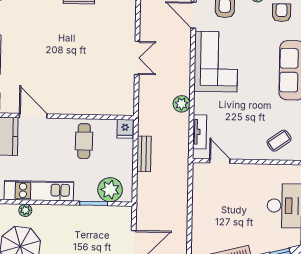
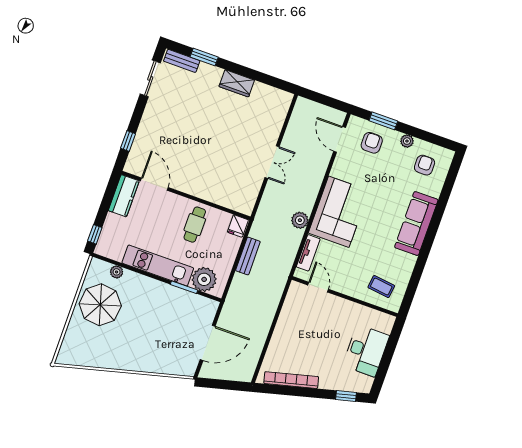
corner sofa: (216, 62) -> (339, 212), moved
coffee table: (279, 141) -> (381, 287), turned 42
kitchen unit: (39, 191) -> (158, 266), moved

